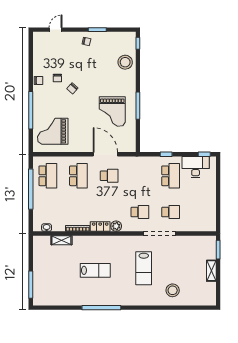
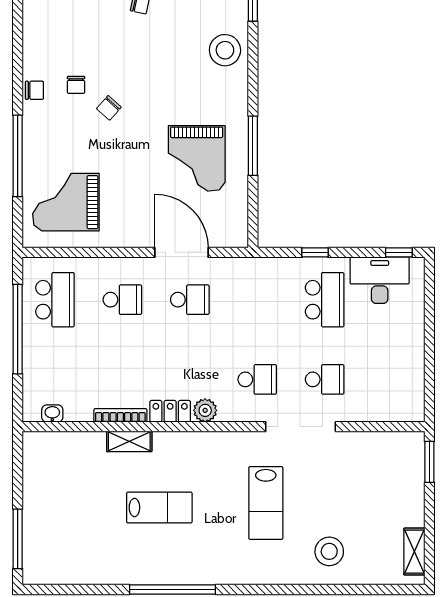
school desk: (78, 176) -> (122, 300), width x0.54
shelving: (61, 240) -> (129, 441), moved
shelving: (211, 271) -> (414, 552), moved

